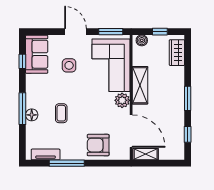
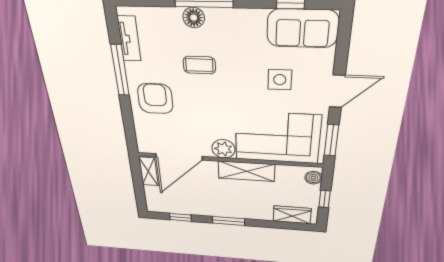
armchair: (98, 145) -> (155, 99), moved

